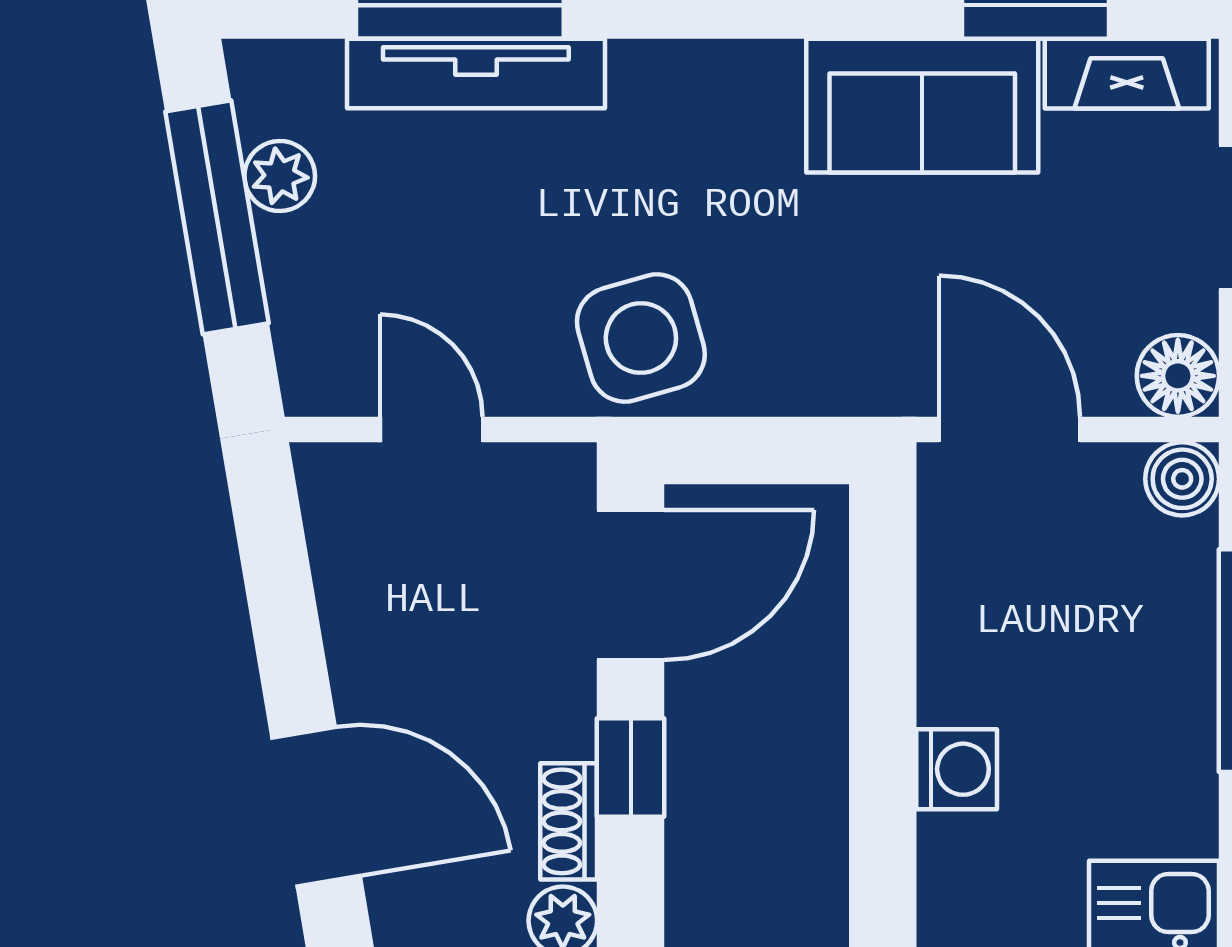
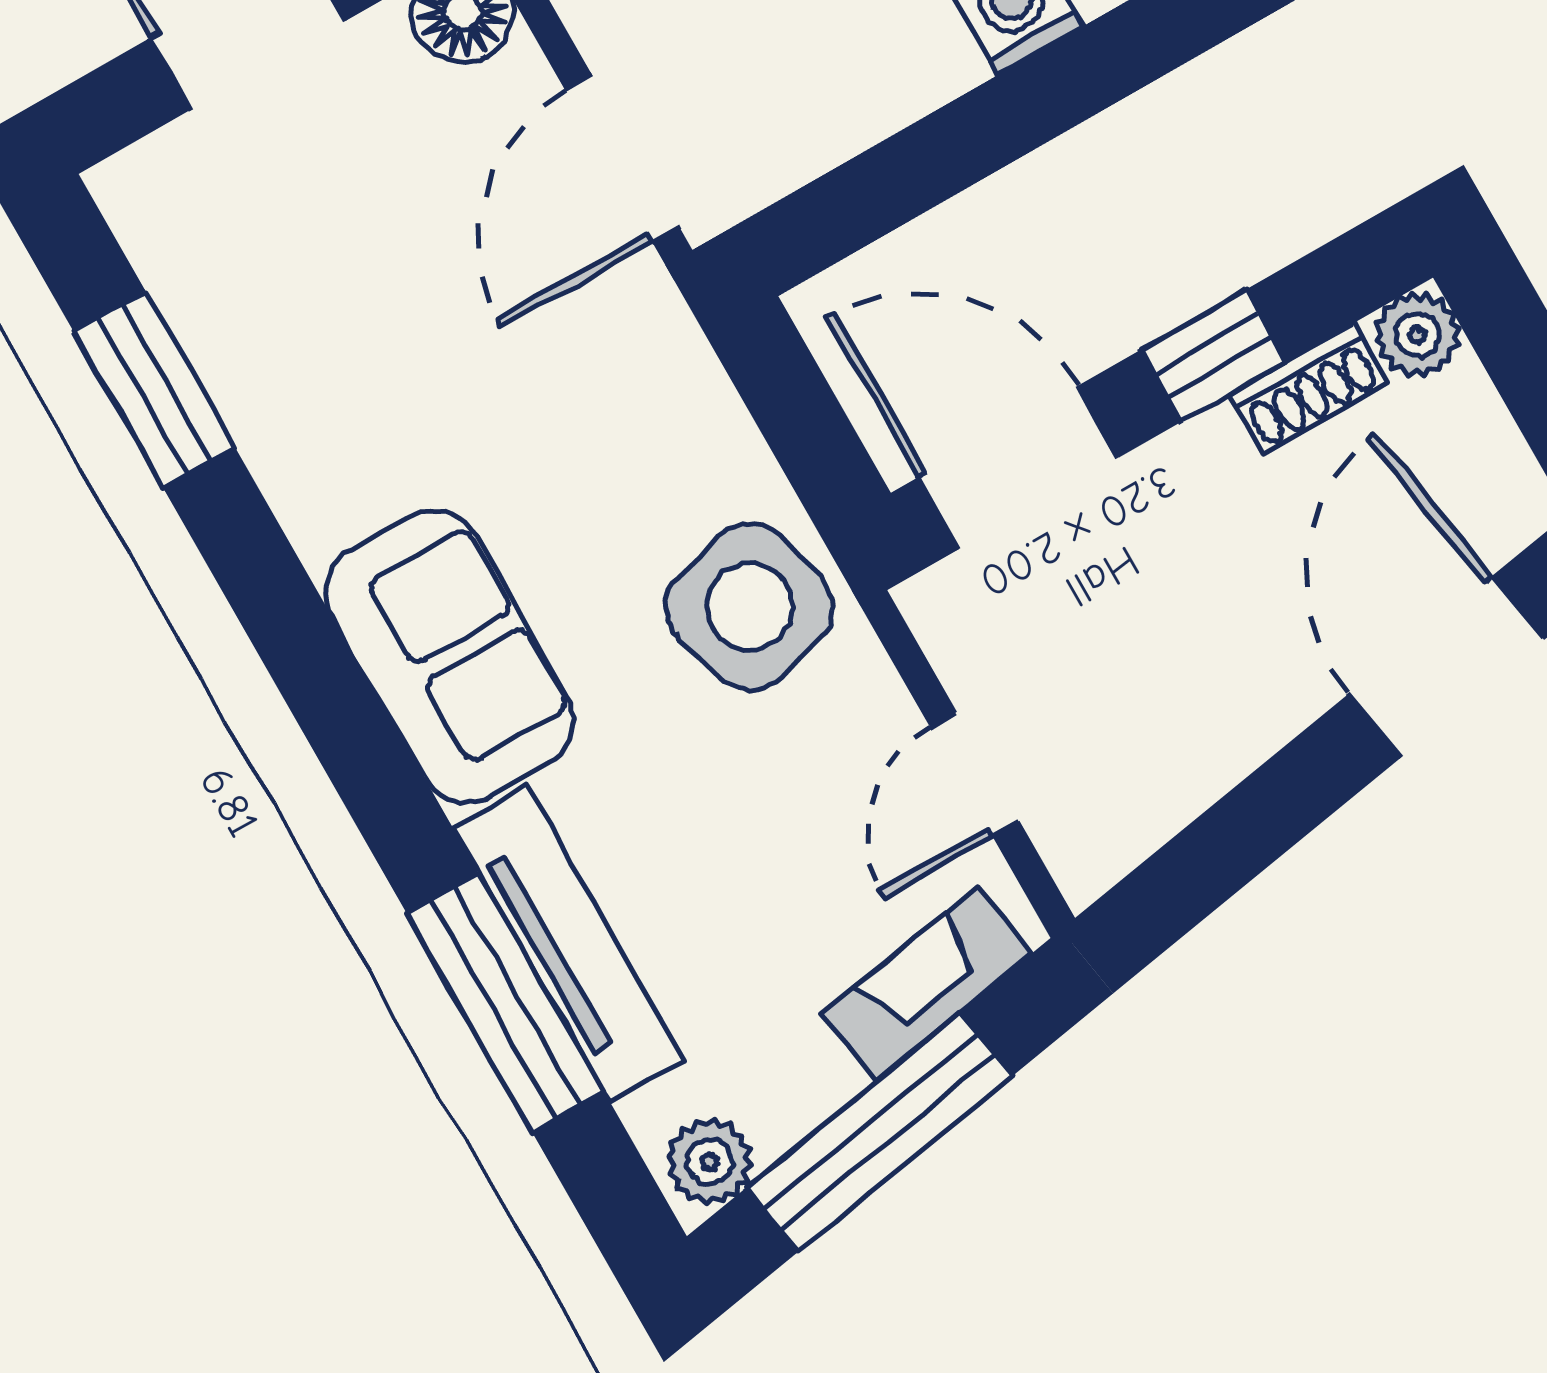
fireplace: (1127, 74) -> (927, 984), moved, turned -100
sofa: (922, 106) -> (449, 656), moved
plant: (280, 176) -> (710, 1162), moved

